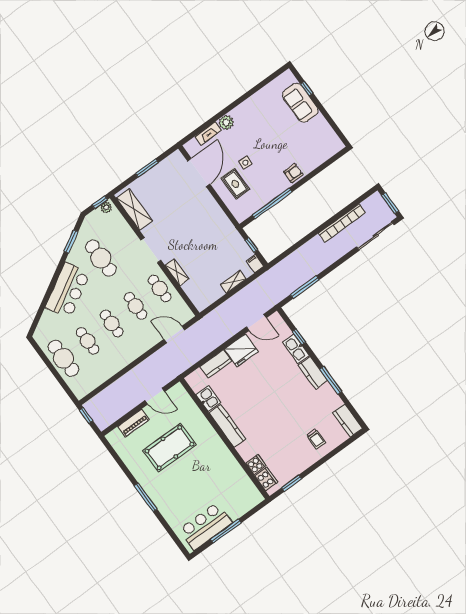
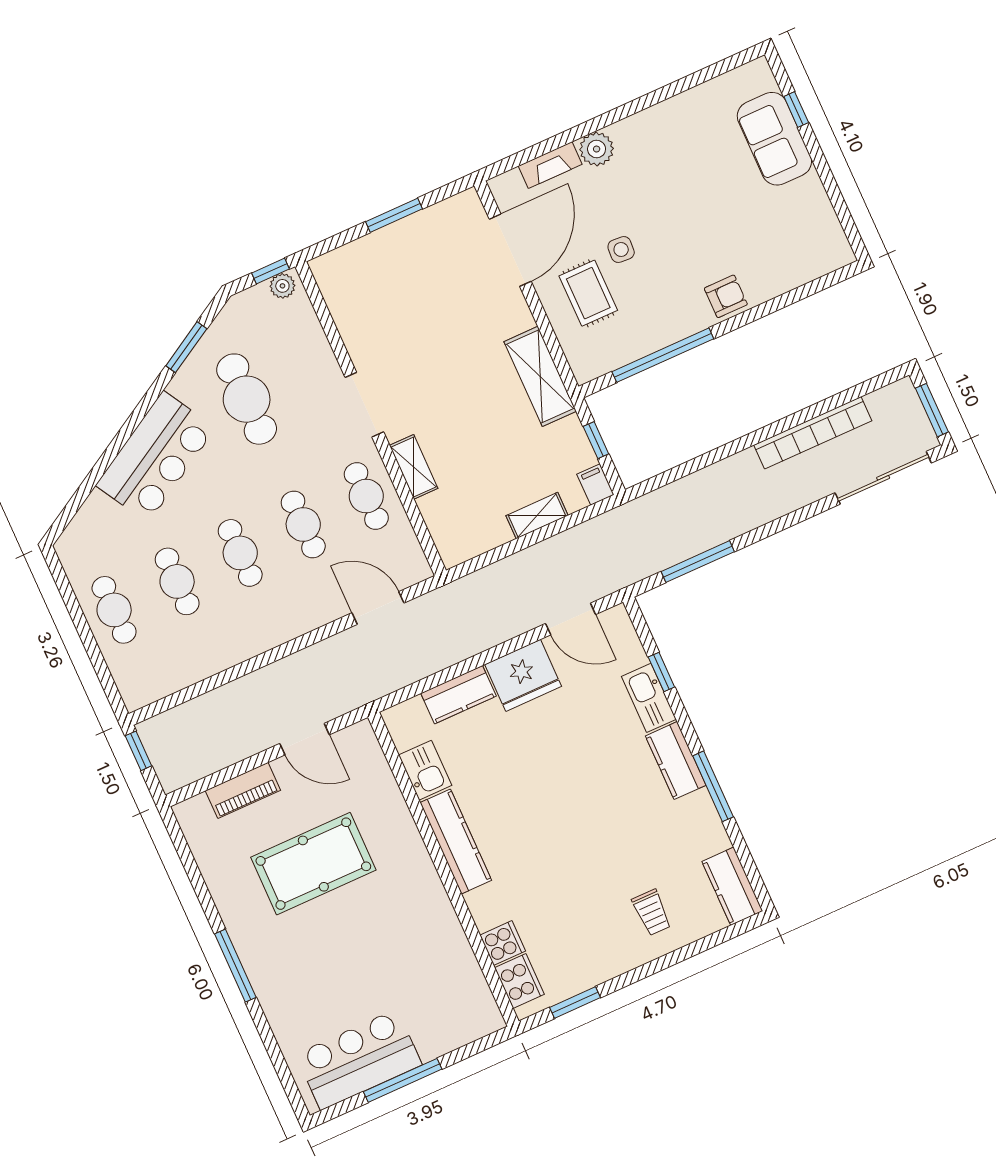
shelving: (134, 209) -> (540, 376), moved
cafe table: (64, 358) -> (114, 610), width x0.73, depth x0.74

